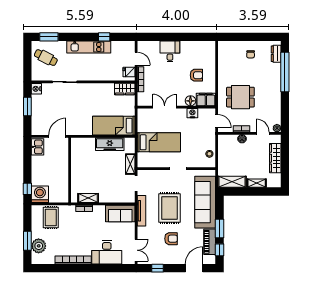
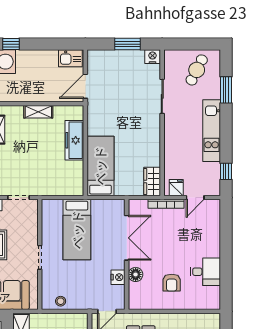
window: (49, 37) -> (226, 90), moved
window: (104, 37) -> (226, 171), moved
desk: (170, 51) -> (205, 272), moved
filing cabinet: (206, 100) -> (137, 296), removed
double door: (165, 107) -> (127, 238), width x1.37
door: (57, 136) -> (85, 86), swing flipped
freezer: (110, 144) -> (74, 140), moved
shelving: (130, 164) -> (38, 112), moved

